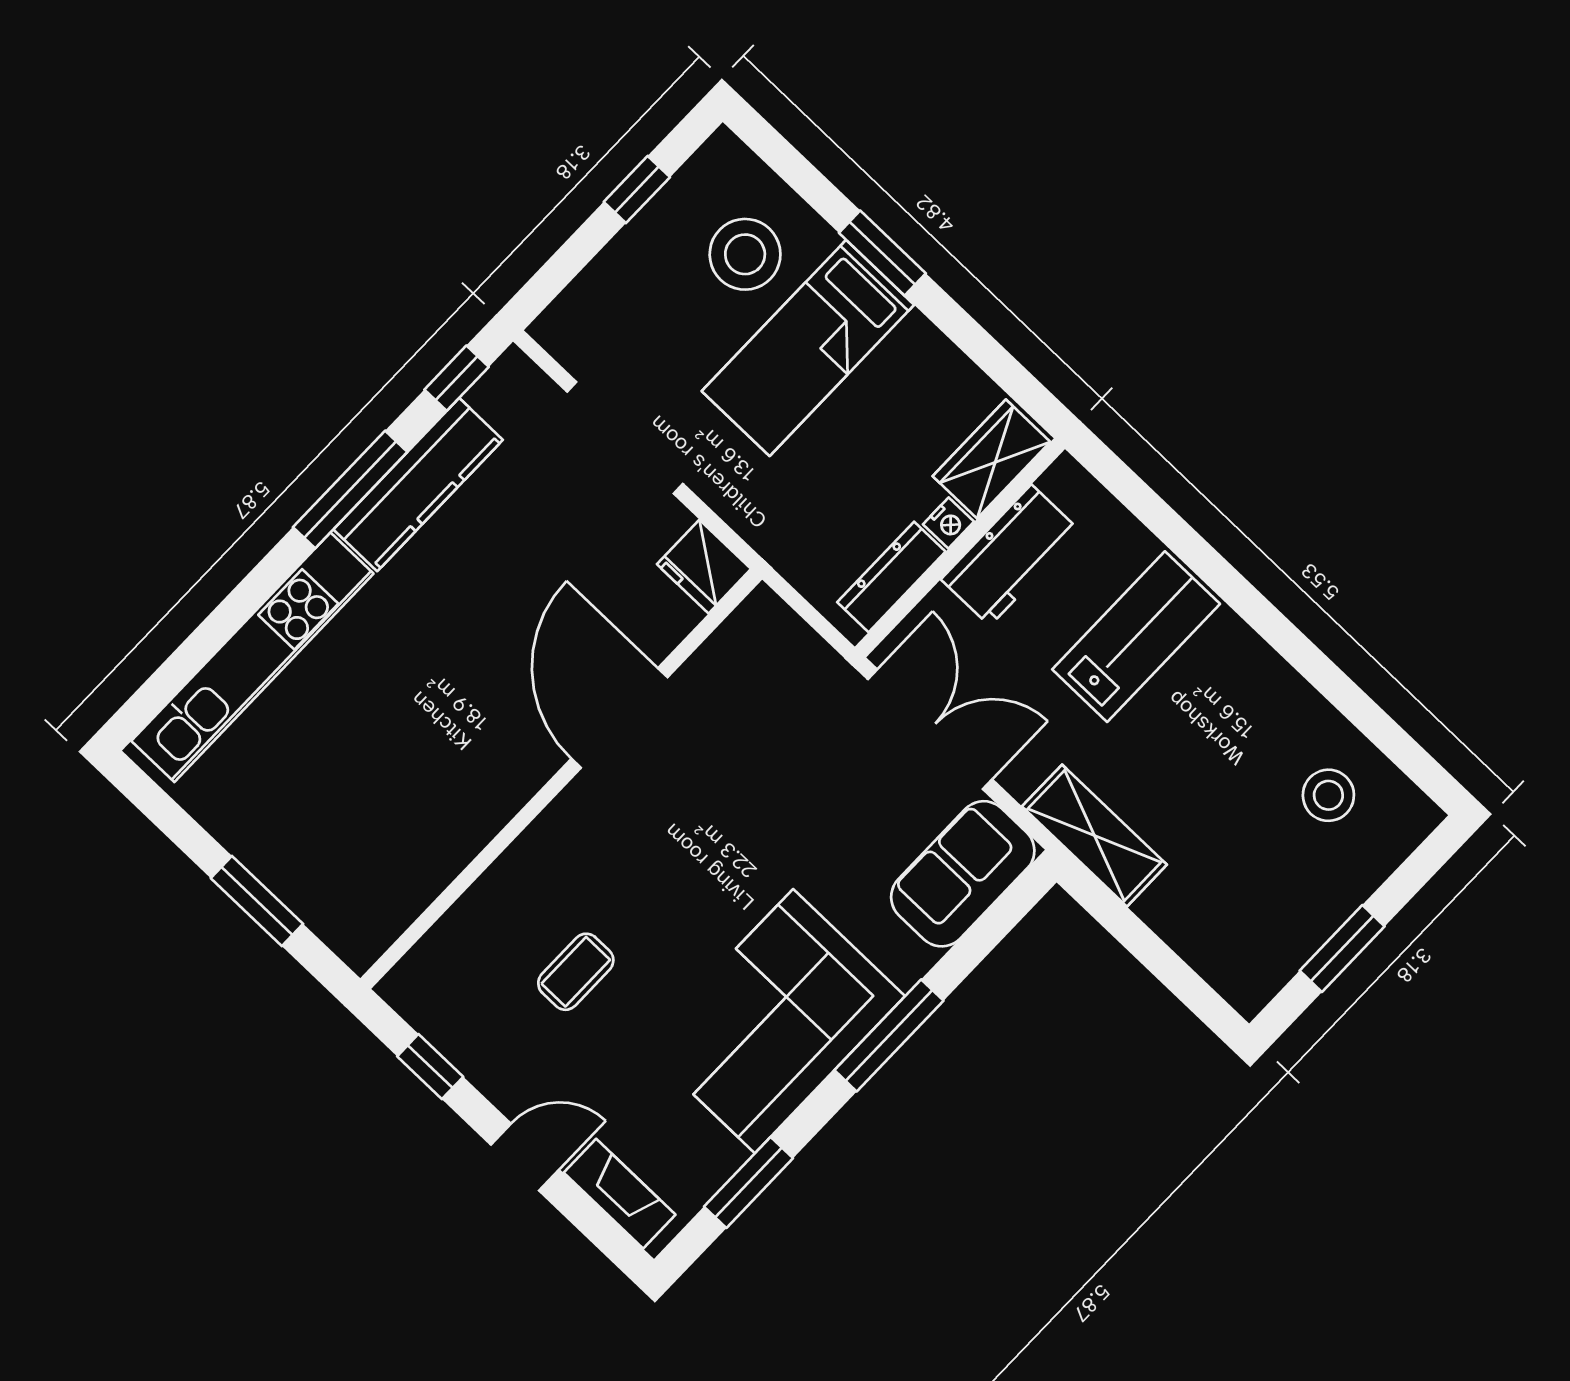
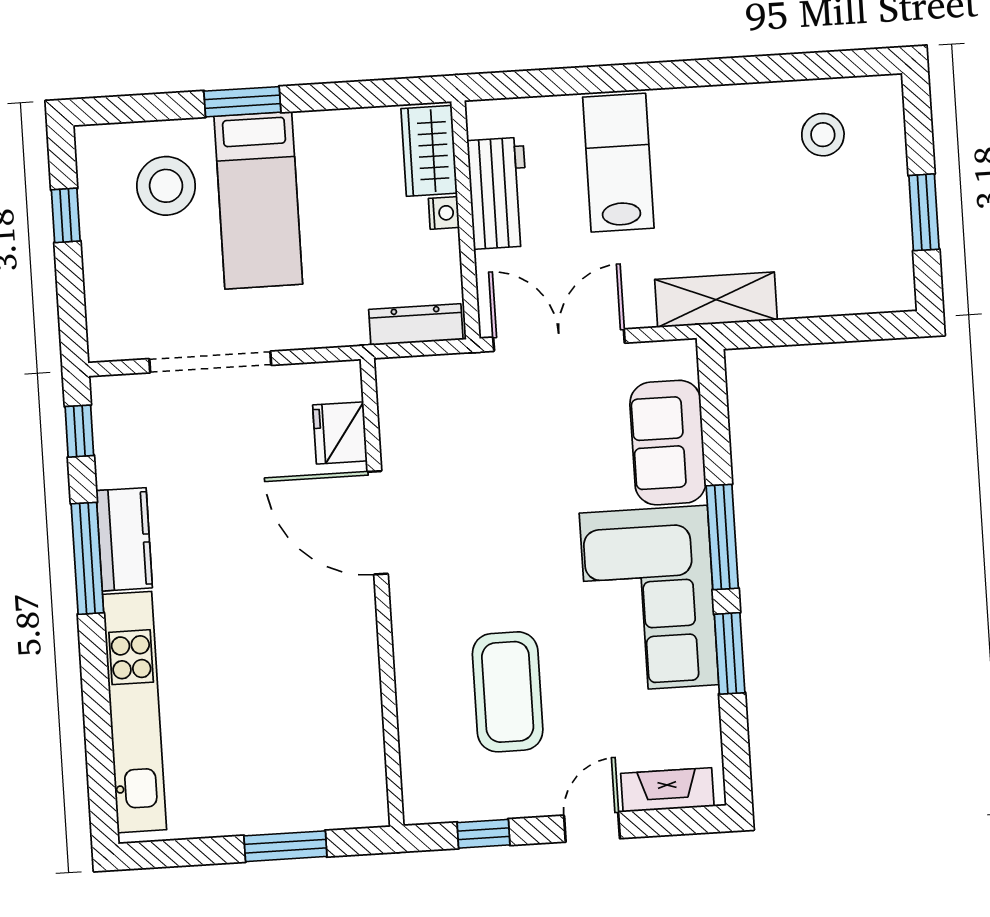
kitchen counter: (418, 485) -> (124, 539), width x0.67
fridge: (704, 567) -> (340, 433), moved, turned 90
dresser: (891, 577) -> (416, 325), moved, turned 90
sofa: (963, 874) -> (668, 443), moved
coffee table: (576, 972) -> (508, 692), width x1.86, depth x1.72
window: (749, 1182) -> (730, 653), moved

